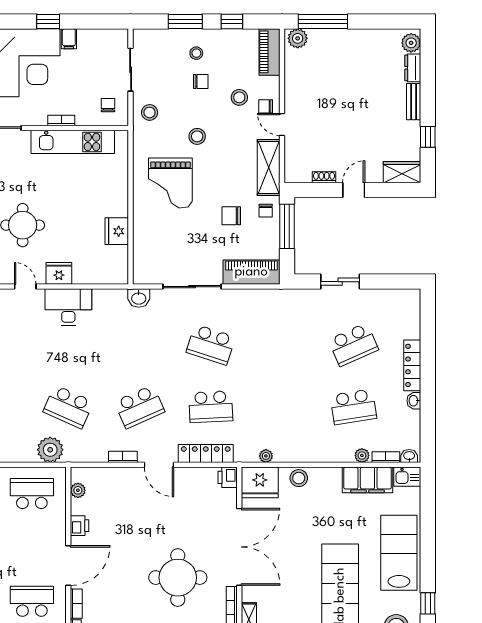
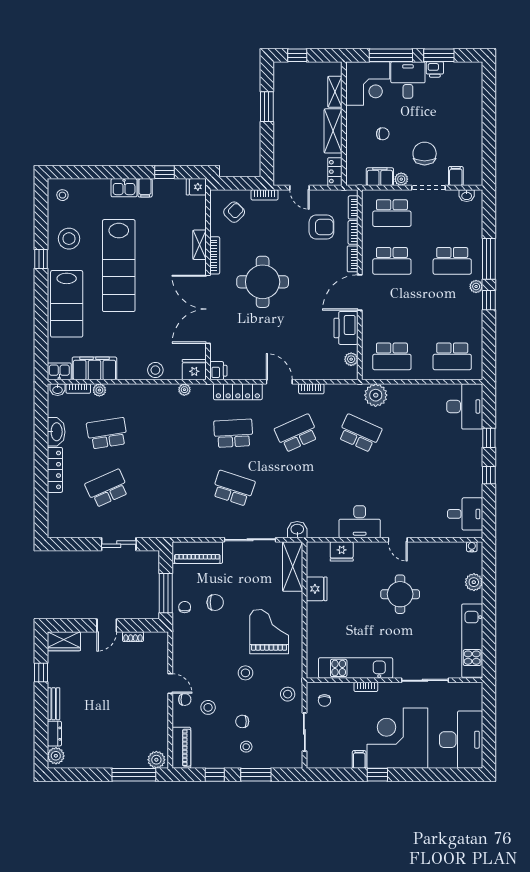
shelving: (269, 167) -> (293, 567), moved
fridge: (59, 273) -> (342, 551), moved
washbasin: (414, 401) -> (56, 432), width x1.91, depth x1.45
fridge: (260, 482) -> (194, 370), width x0.73, depth x0.75
printer: (79, 526) -> (346, 328), width x1.87, depth x1.48

